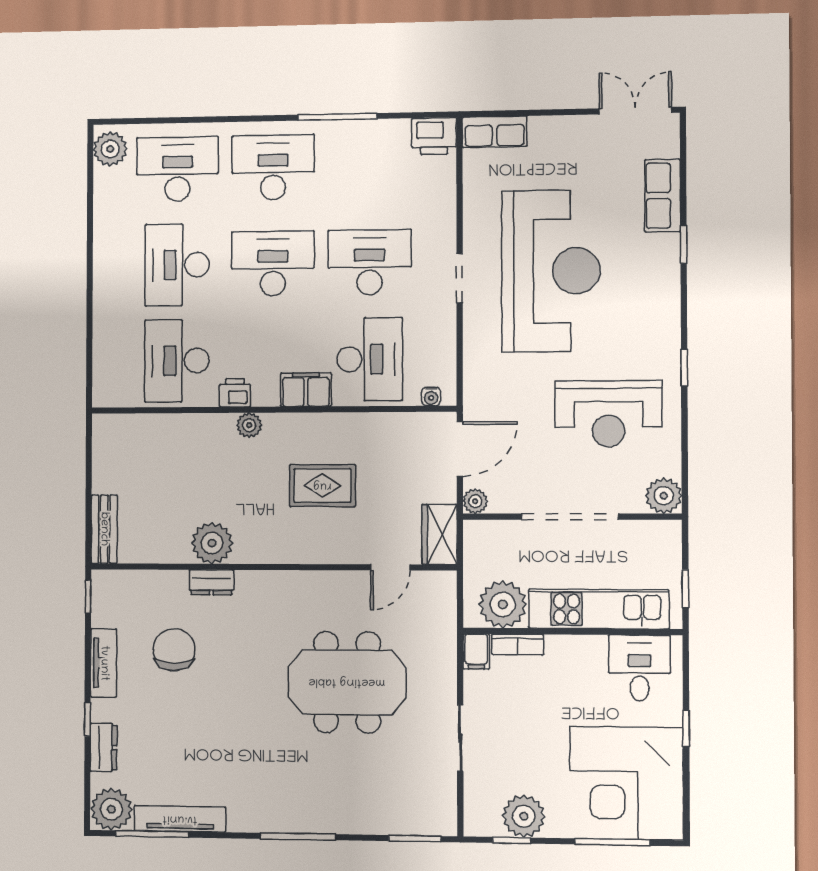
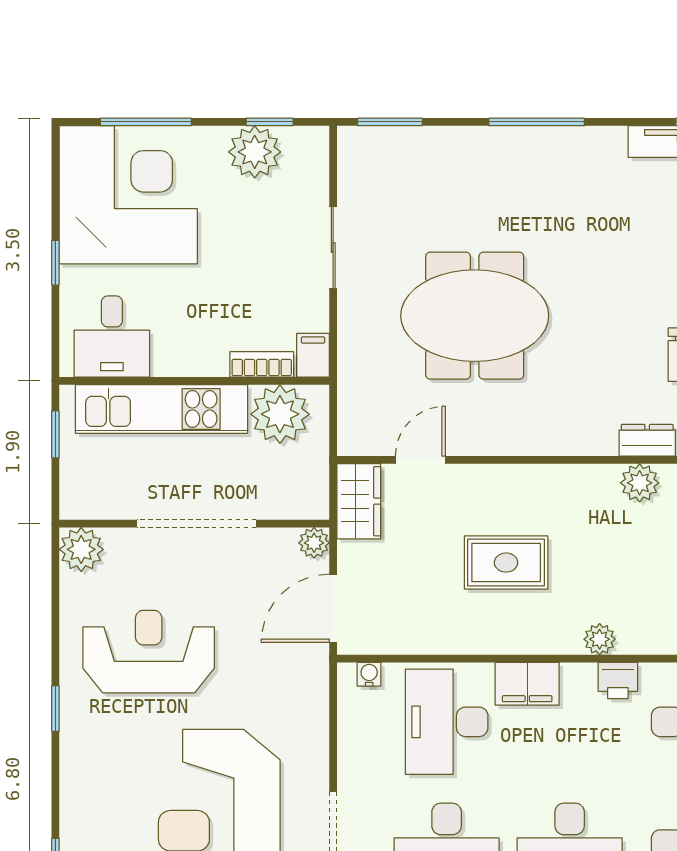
plant: (212, 543) -> (640, 483), width x0.73, depth x0.73

